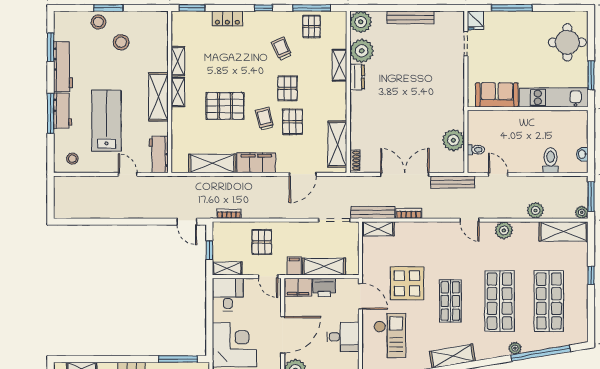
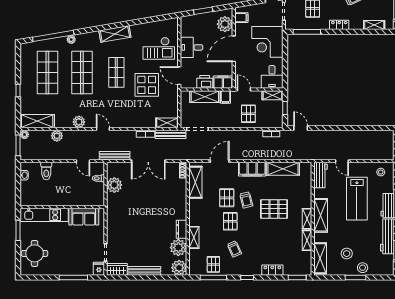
wardrobe: (450, 19) -> (117, 269), added
shelving: (159, 35) -> (320, 258), added
checkout: (390, 336) -> (159, 48), turned -90

